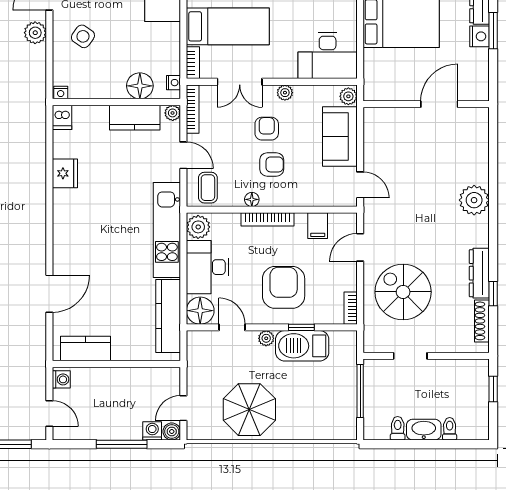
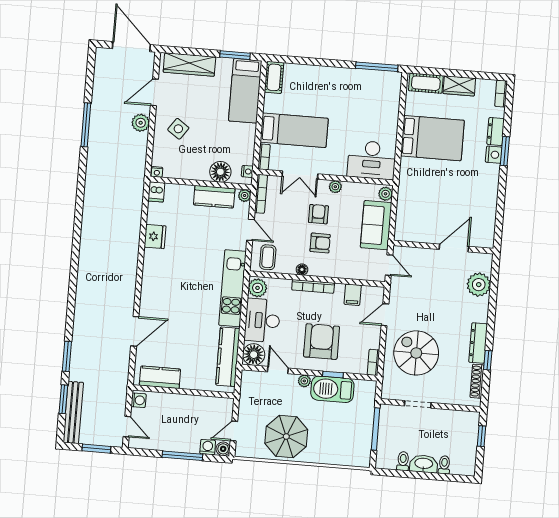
wall: (426, 104) -> (443, 247), moved
door: (439, 104) -> (454, 248), moved

